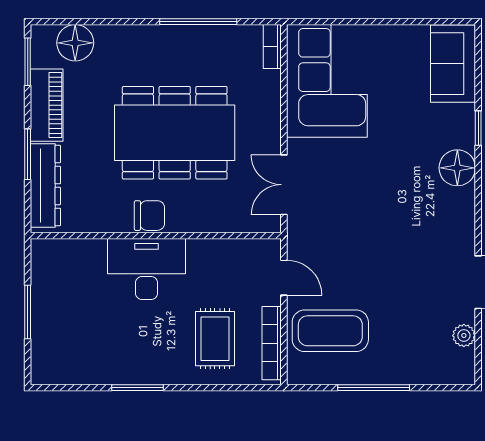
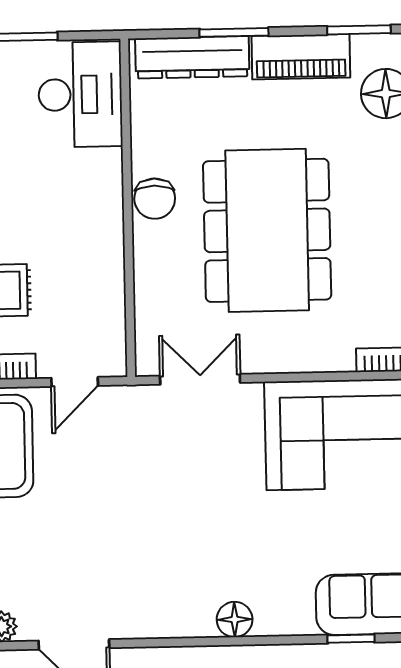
window: (478, 128) -> (351, 639), moved
floor lamp: (457, 168) -> (235, 619), width x0.73, depth x0.73
desk: (147, 269) -> (80, 95), moved

